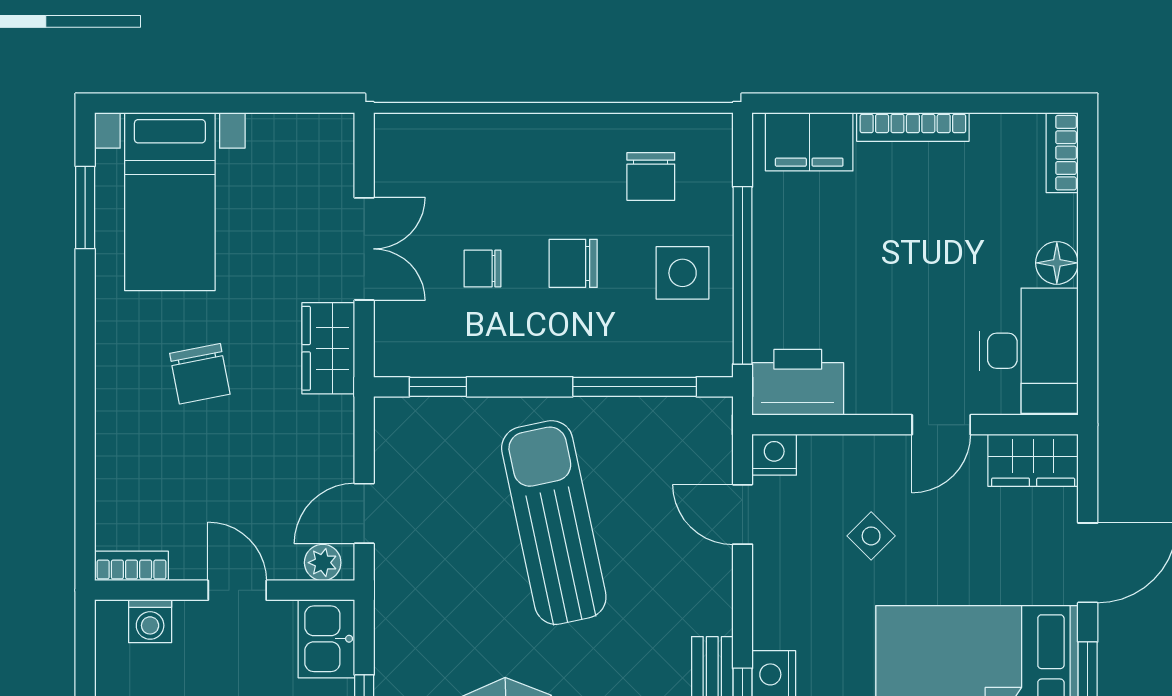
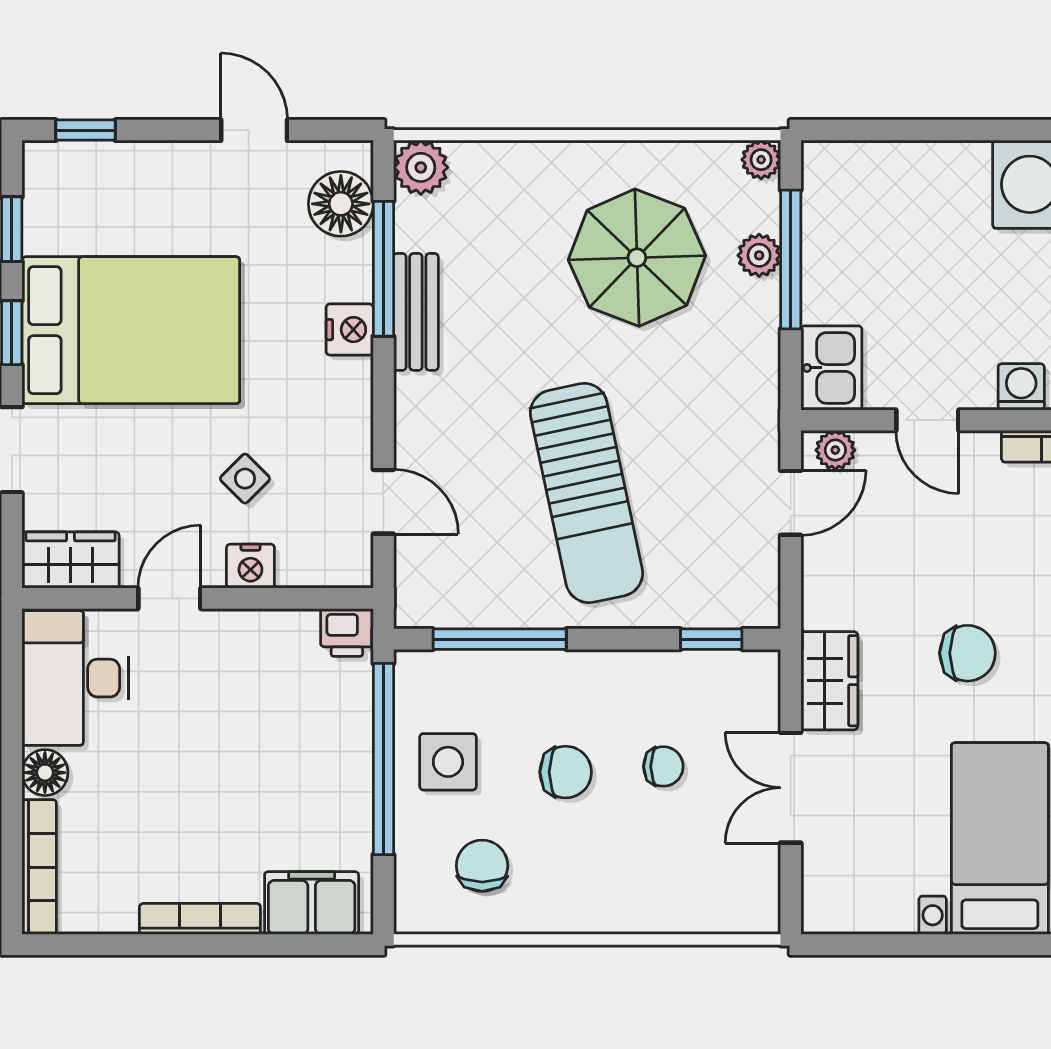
bookcase: (1062, 153) -> (39, 867), width x1.56
chair: (200, 374) -> (968, 653), turned 101
printer: (798, 382) -> (347, 633), width x0.53, depth x0.68
nightstand: (774, 455) -> (250, 566), moved

